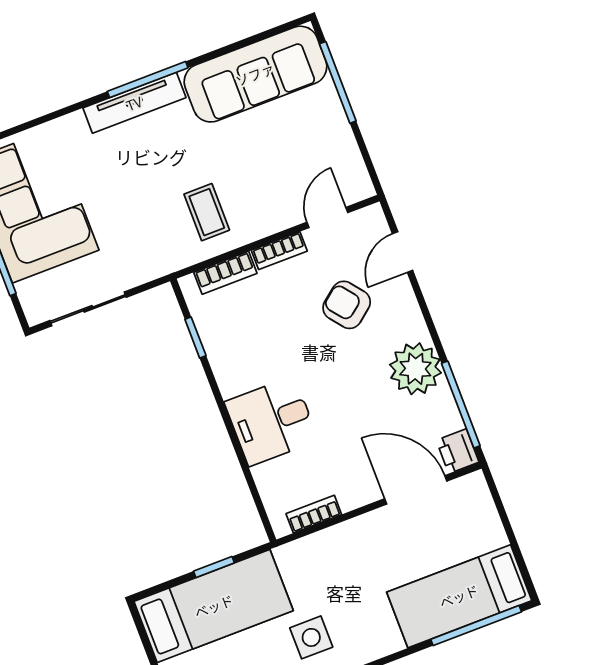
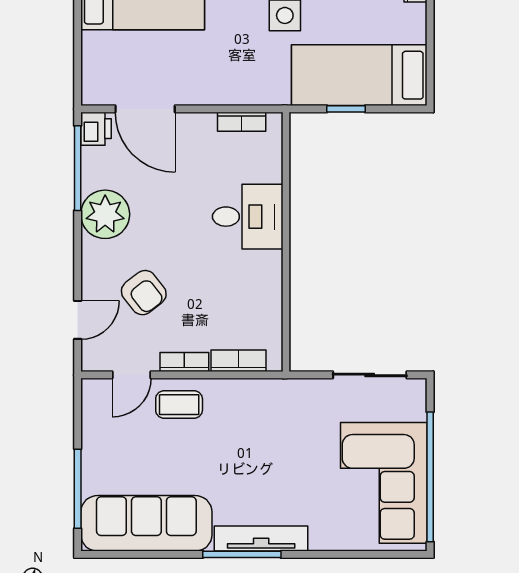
coffee table: (207, 212) -> (179, 405), moved, turned 90
window: (195, 338) -> (286, 314), removed

